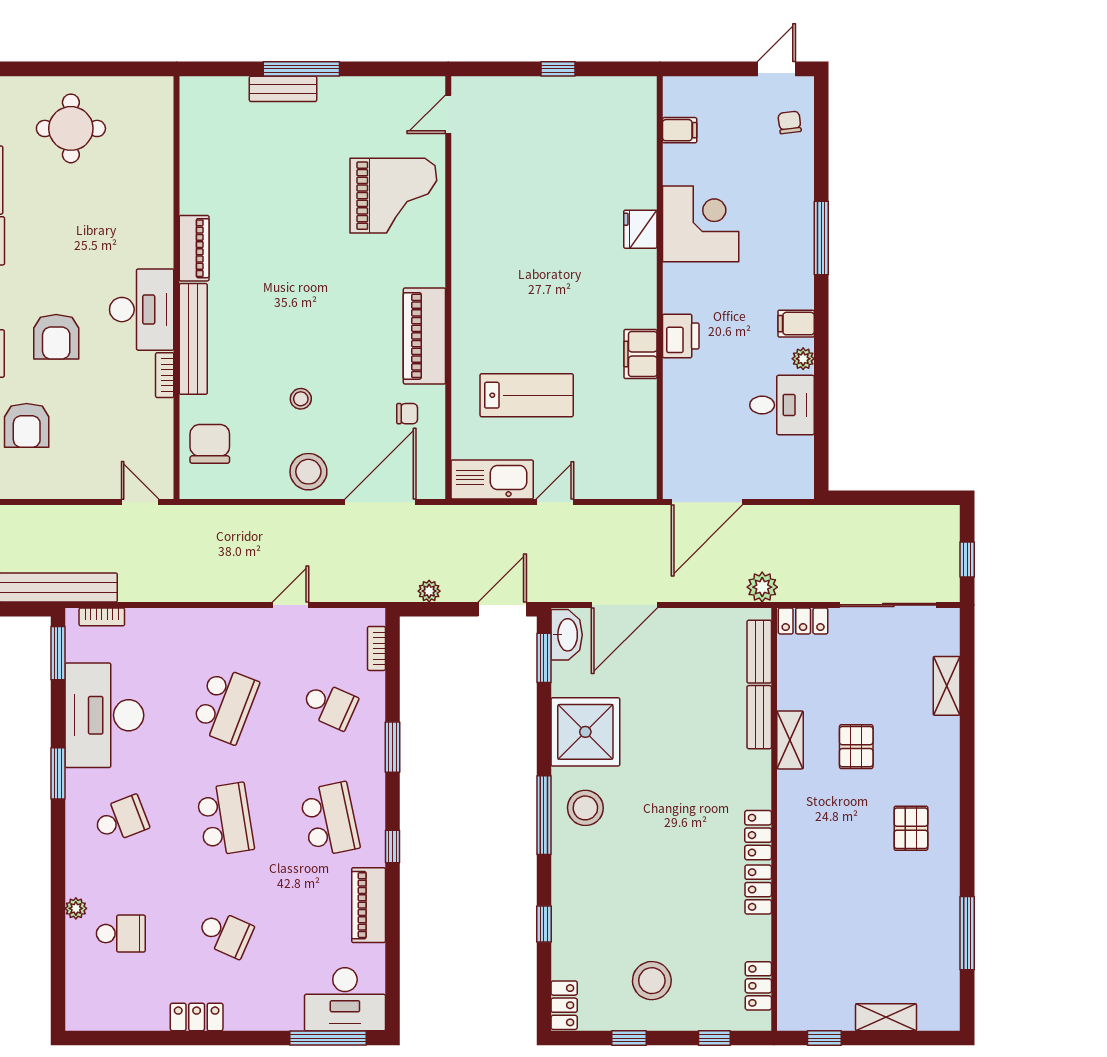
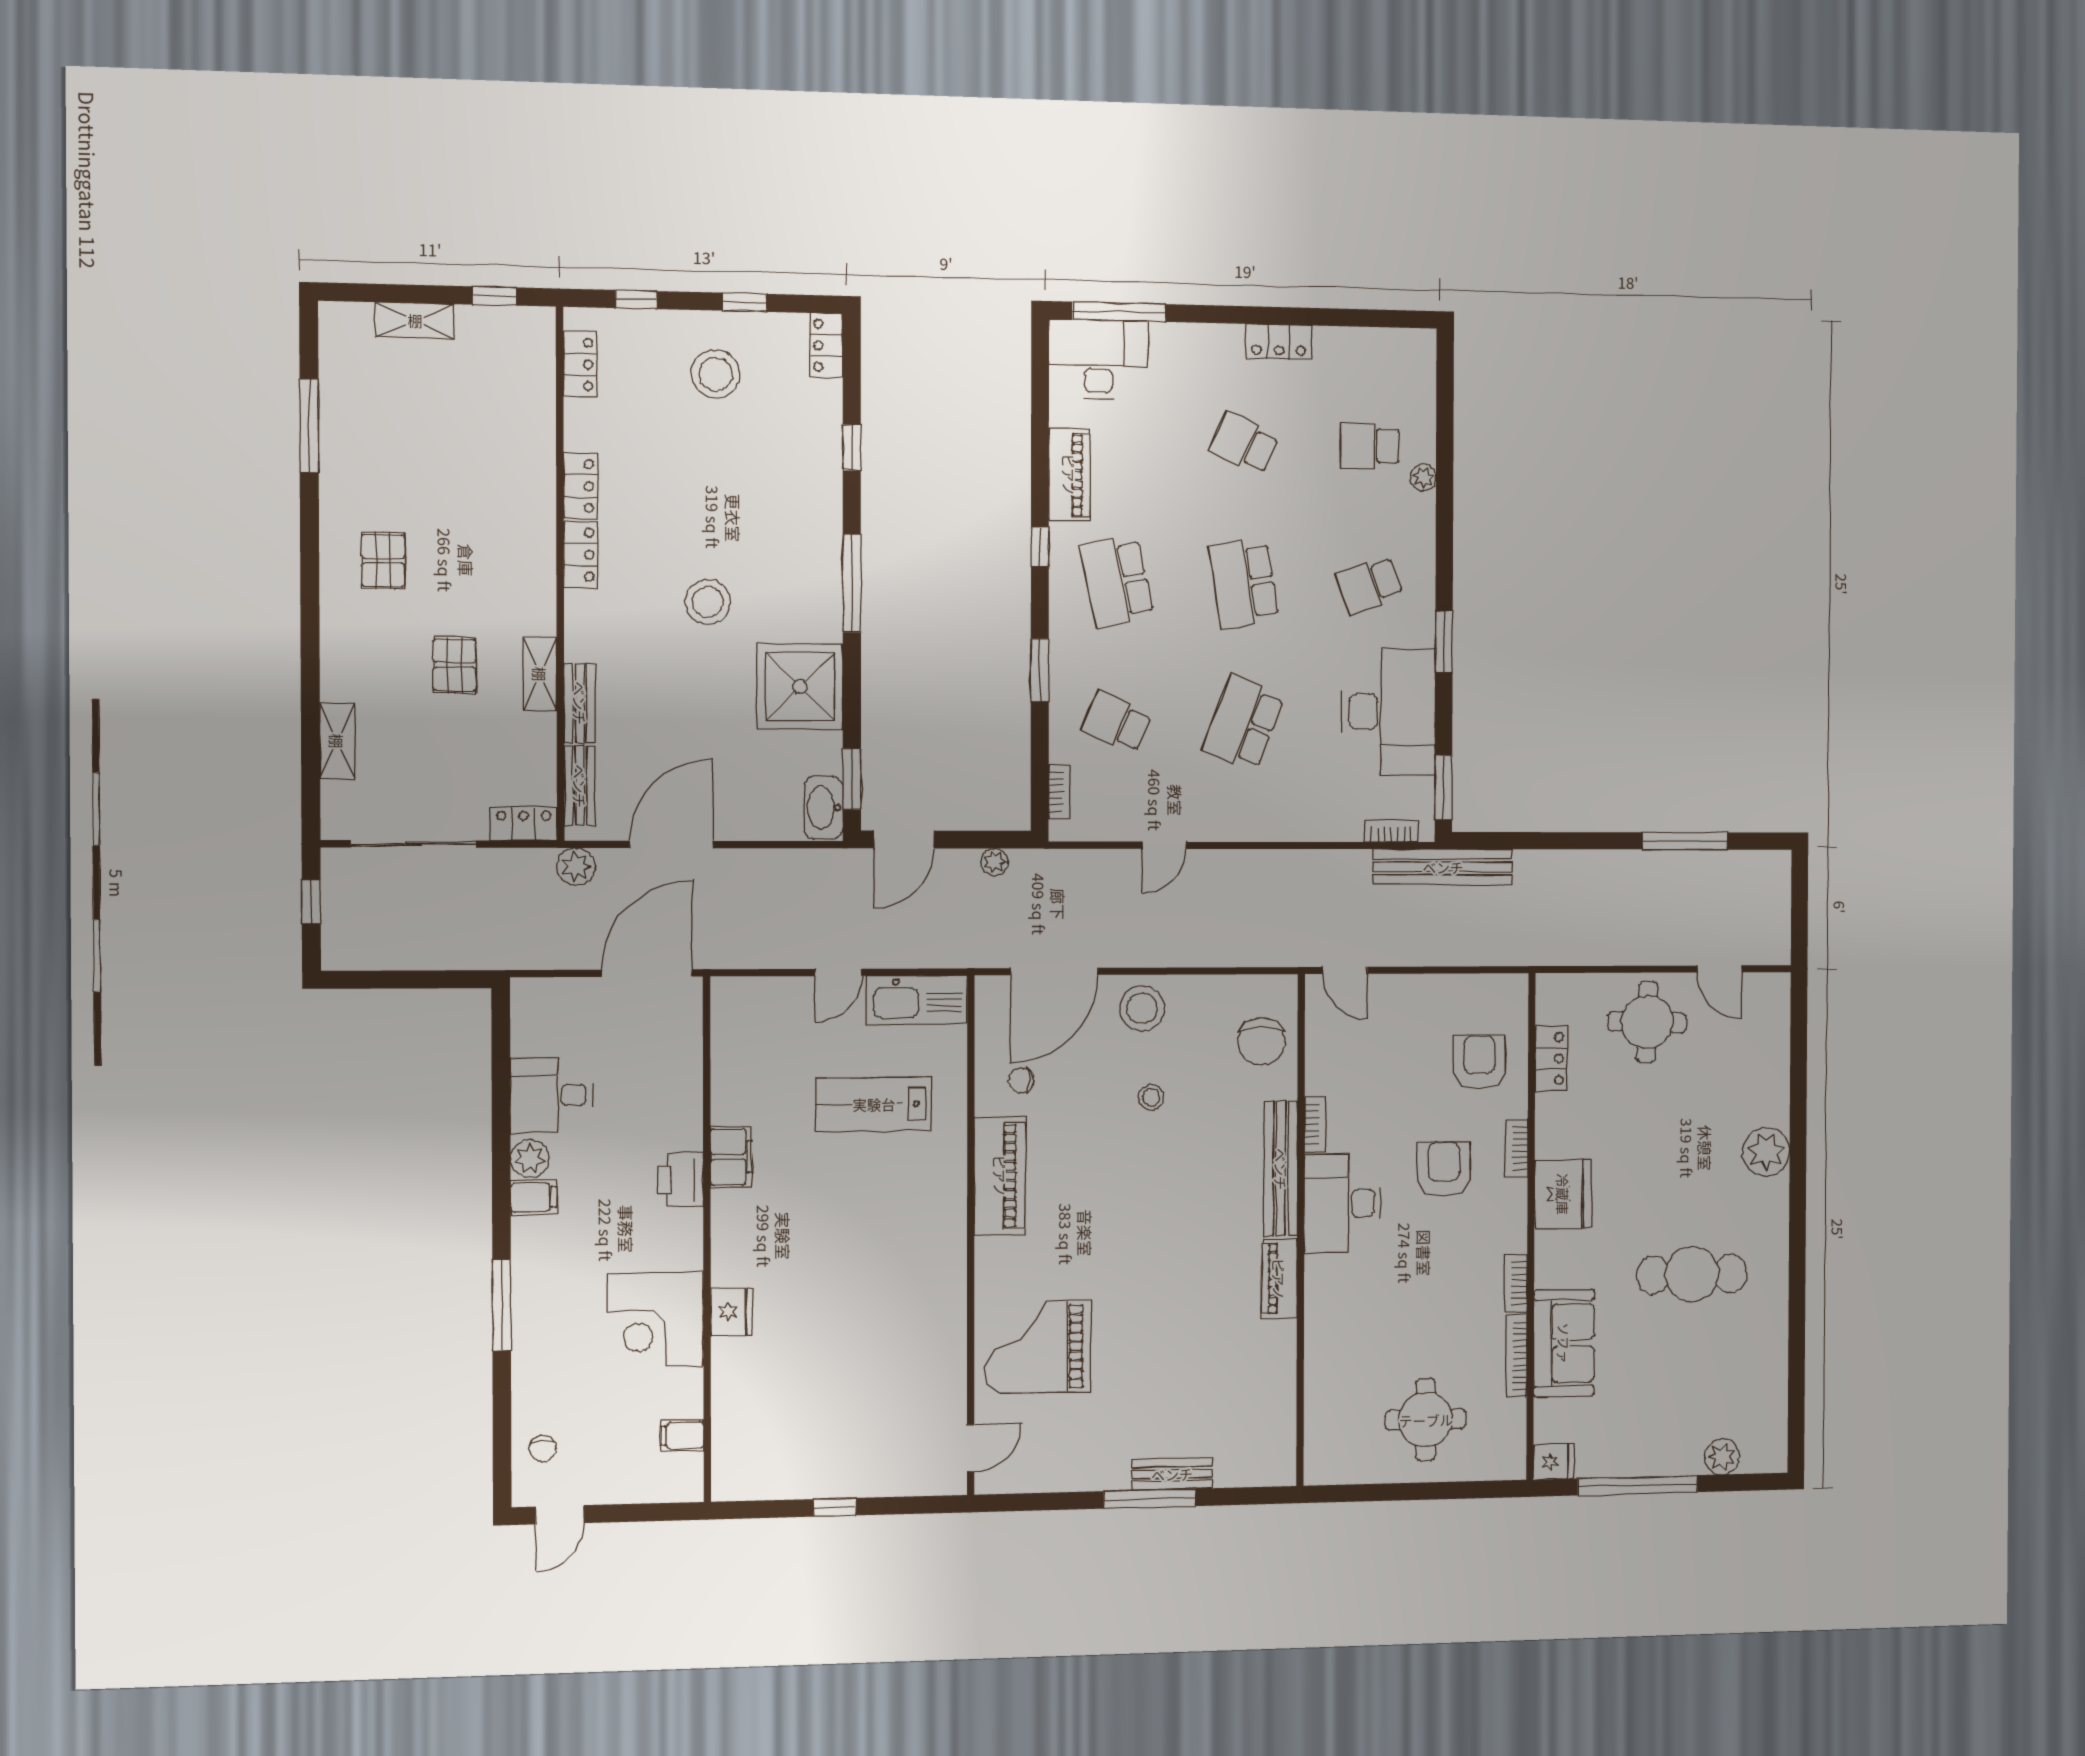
plant: (803, 359) -> (530, 1159), width x1.38, depth x1.38
door: (624, 605) -> (671, 844), moved
stool: (585, 808) -> (708, 602), moved

